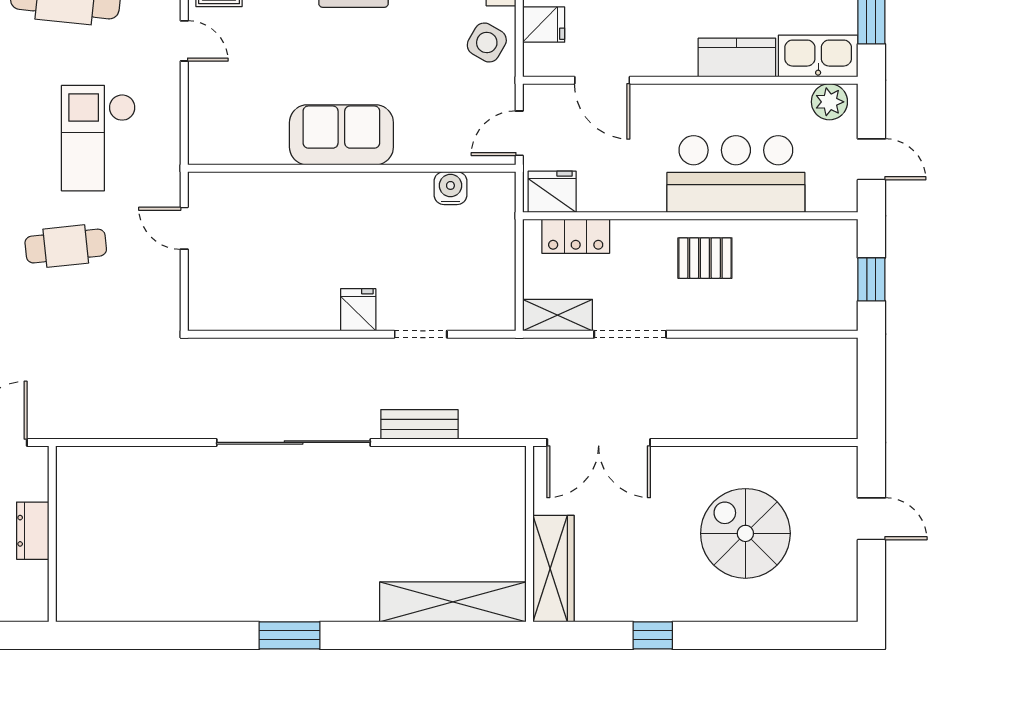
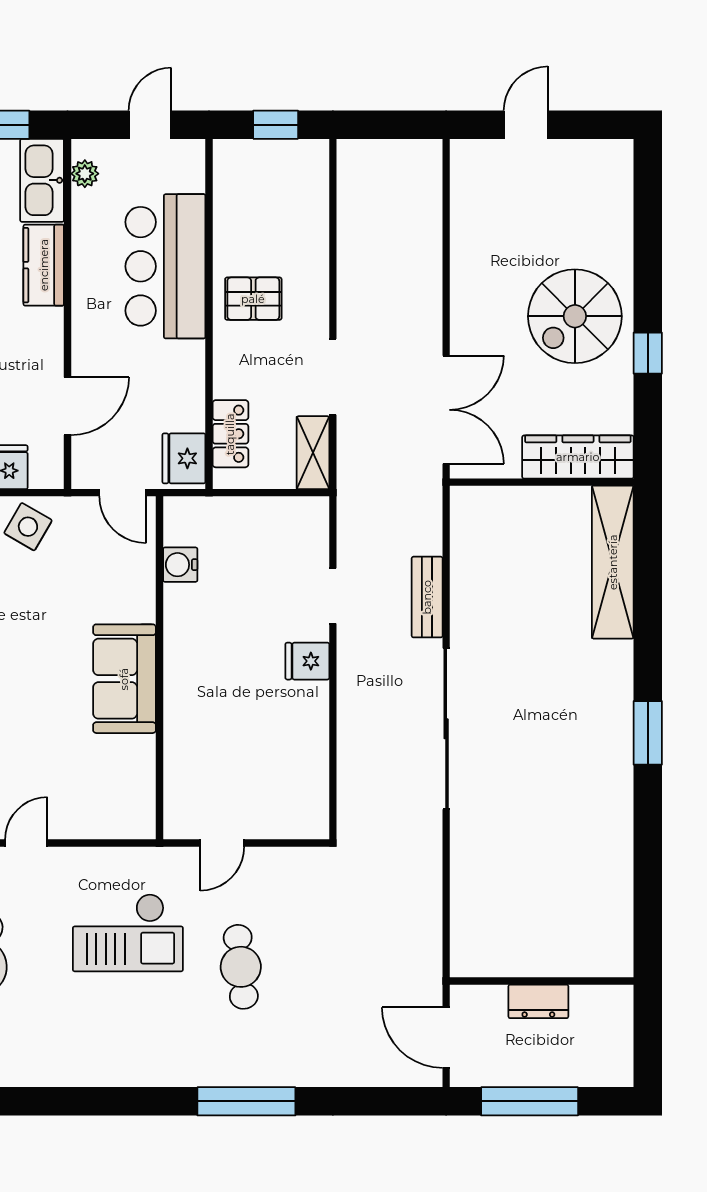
plant: (829, 102) -> (85, 174), width x0.73, depth x0.73
pallet: (705, 258) -> (253, 299), turned 90
spiral stairs: (745, 533) -> (575, 316), moved

